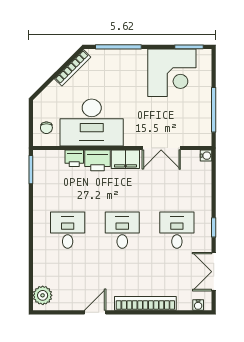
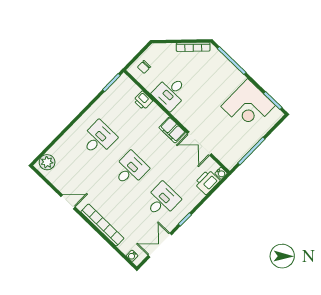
desk: (92, 122) -> (170, 93), width x0.53, depth x0.77
printer: (97, 160) -> (207, 182), moved, turned 90

